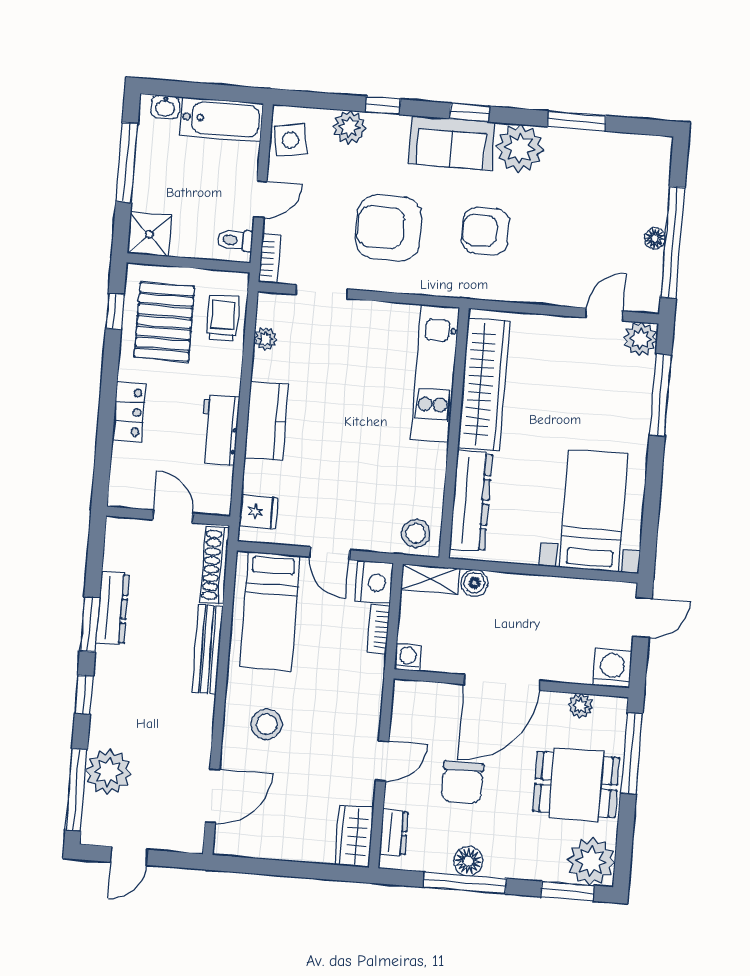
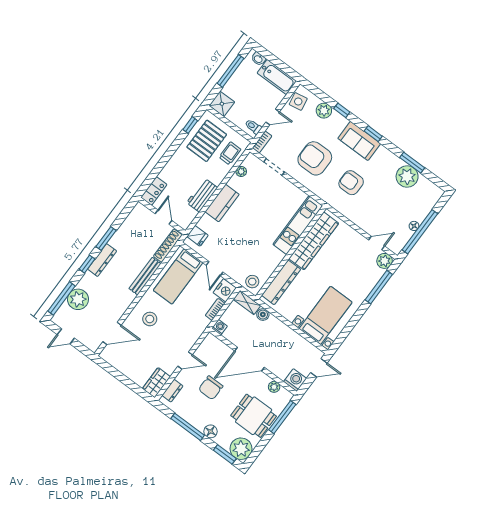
plant: (520, 148) -> (407, 176), moved
locker: (129, 412) -> (154, 191), moved
dresser: (113, 608) -> (102, 260), moved
floor lamp: (468, 861) -> (210, 431), moved

